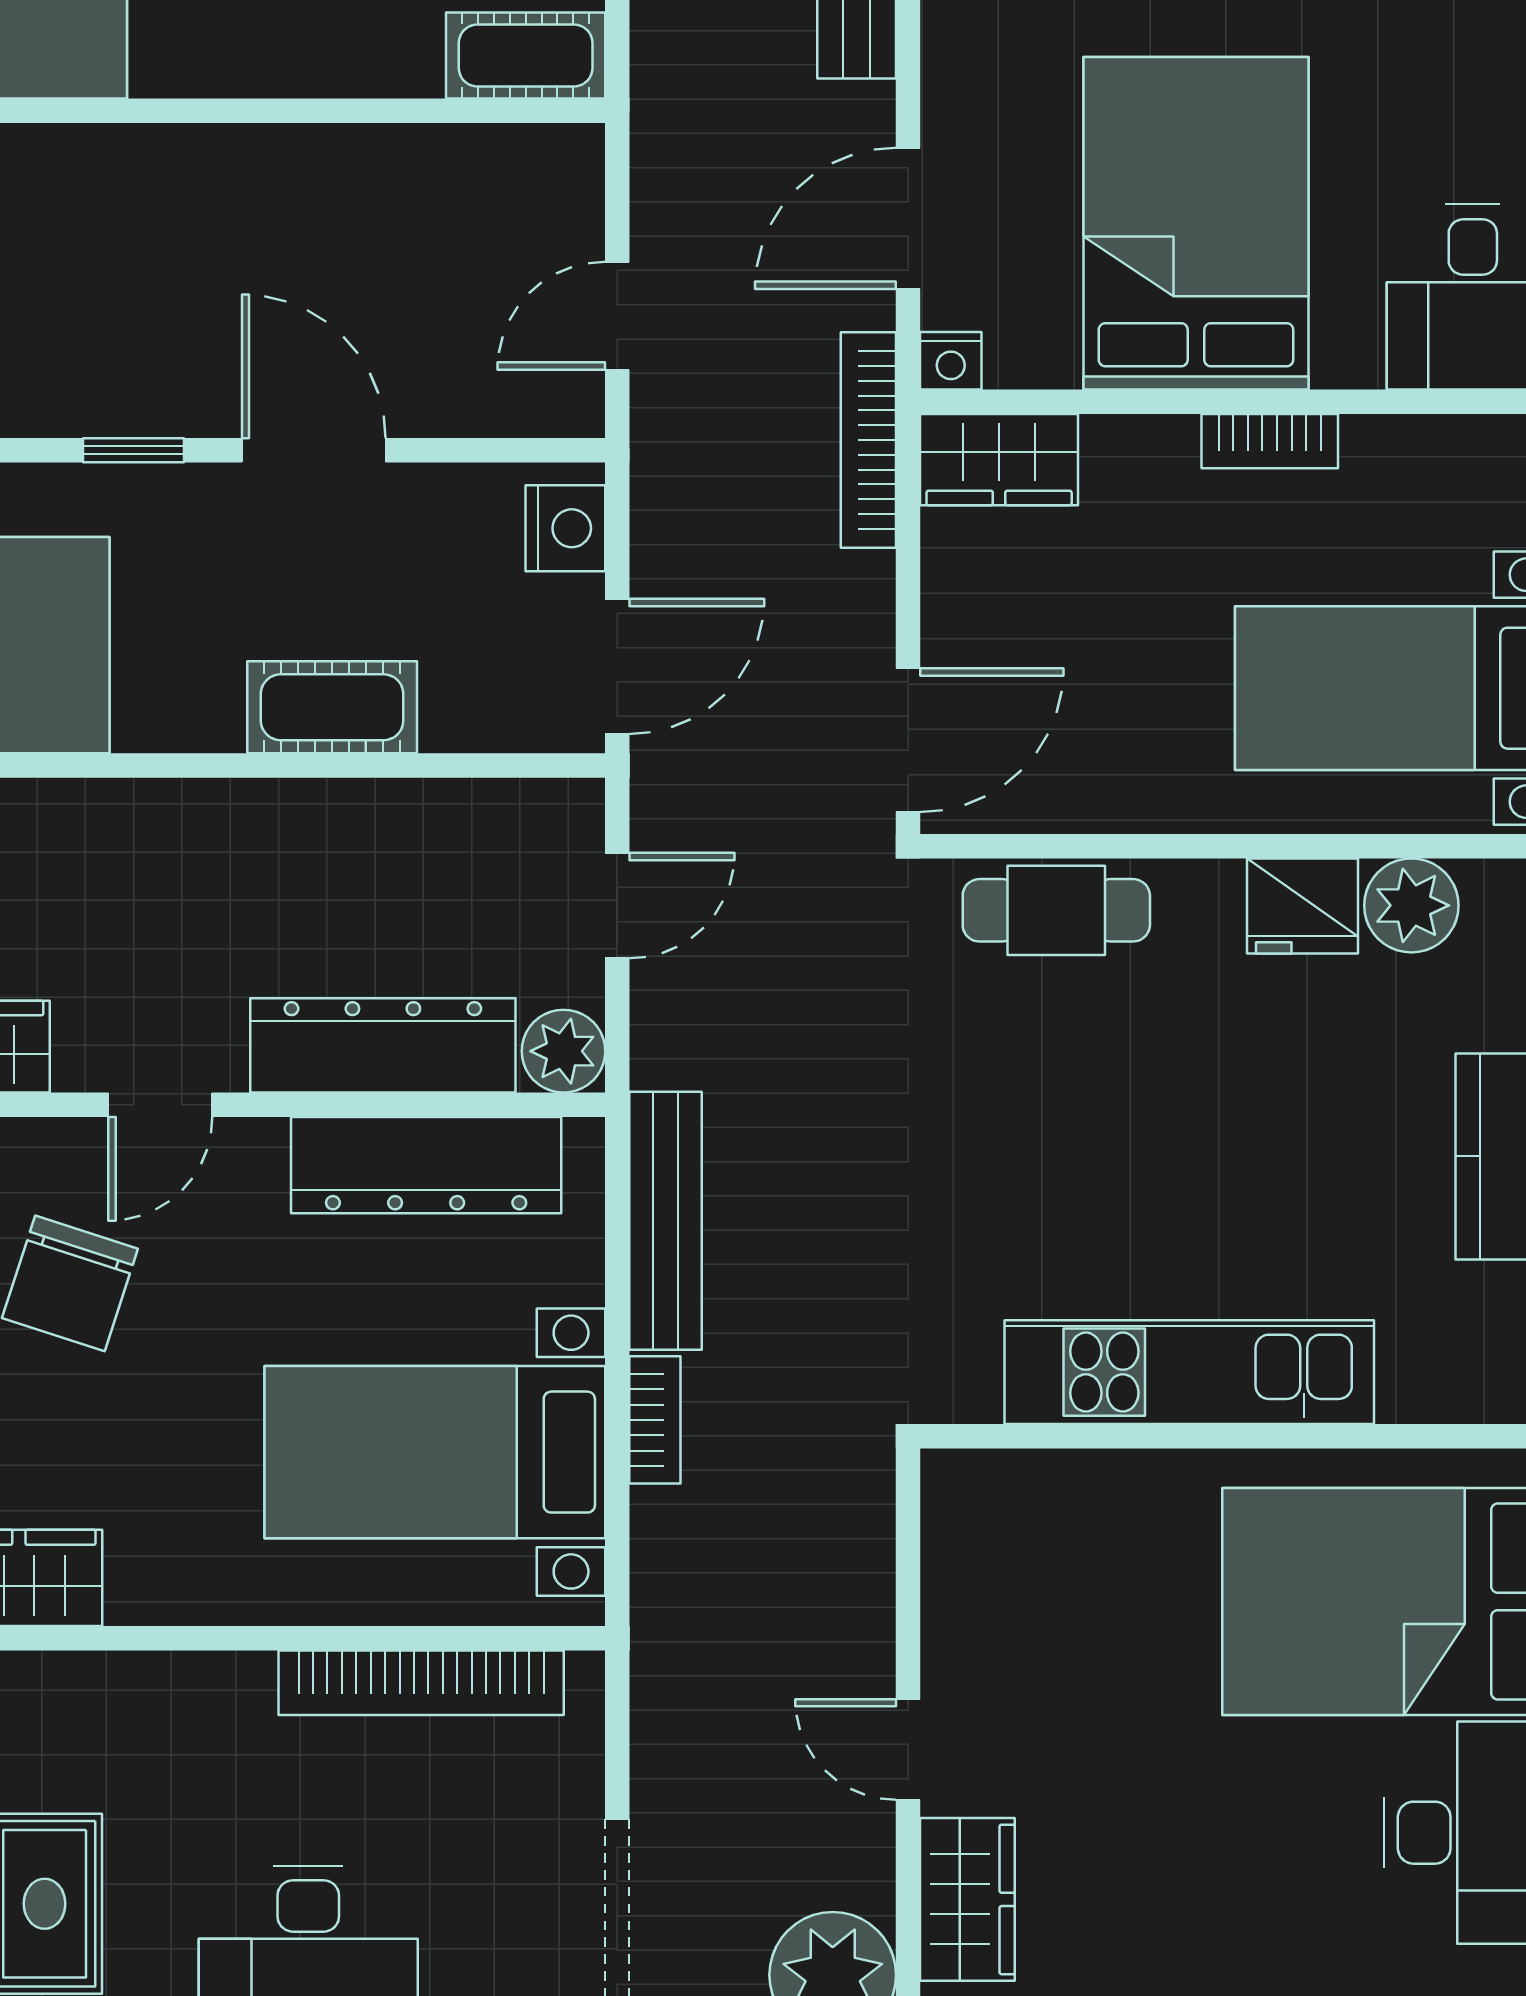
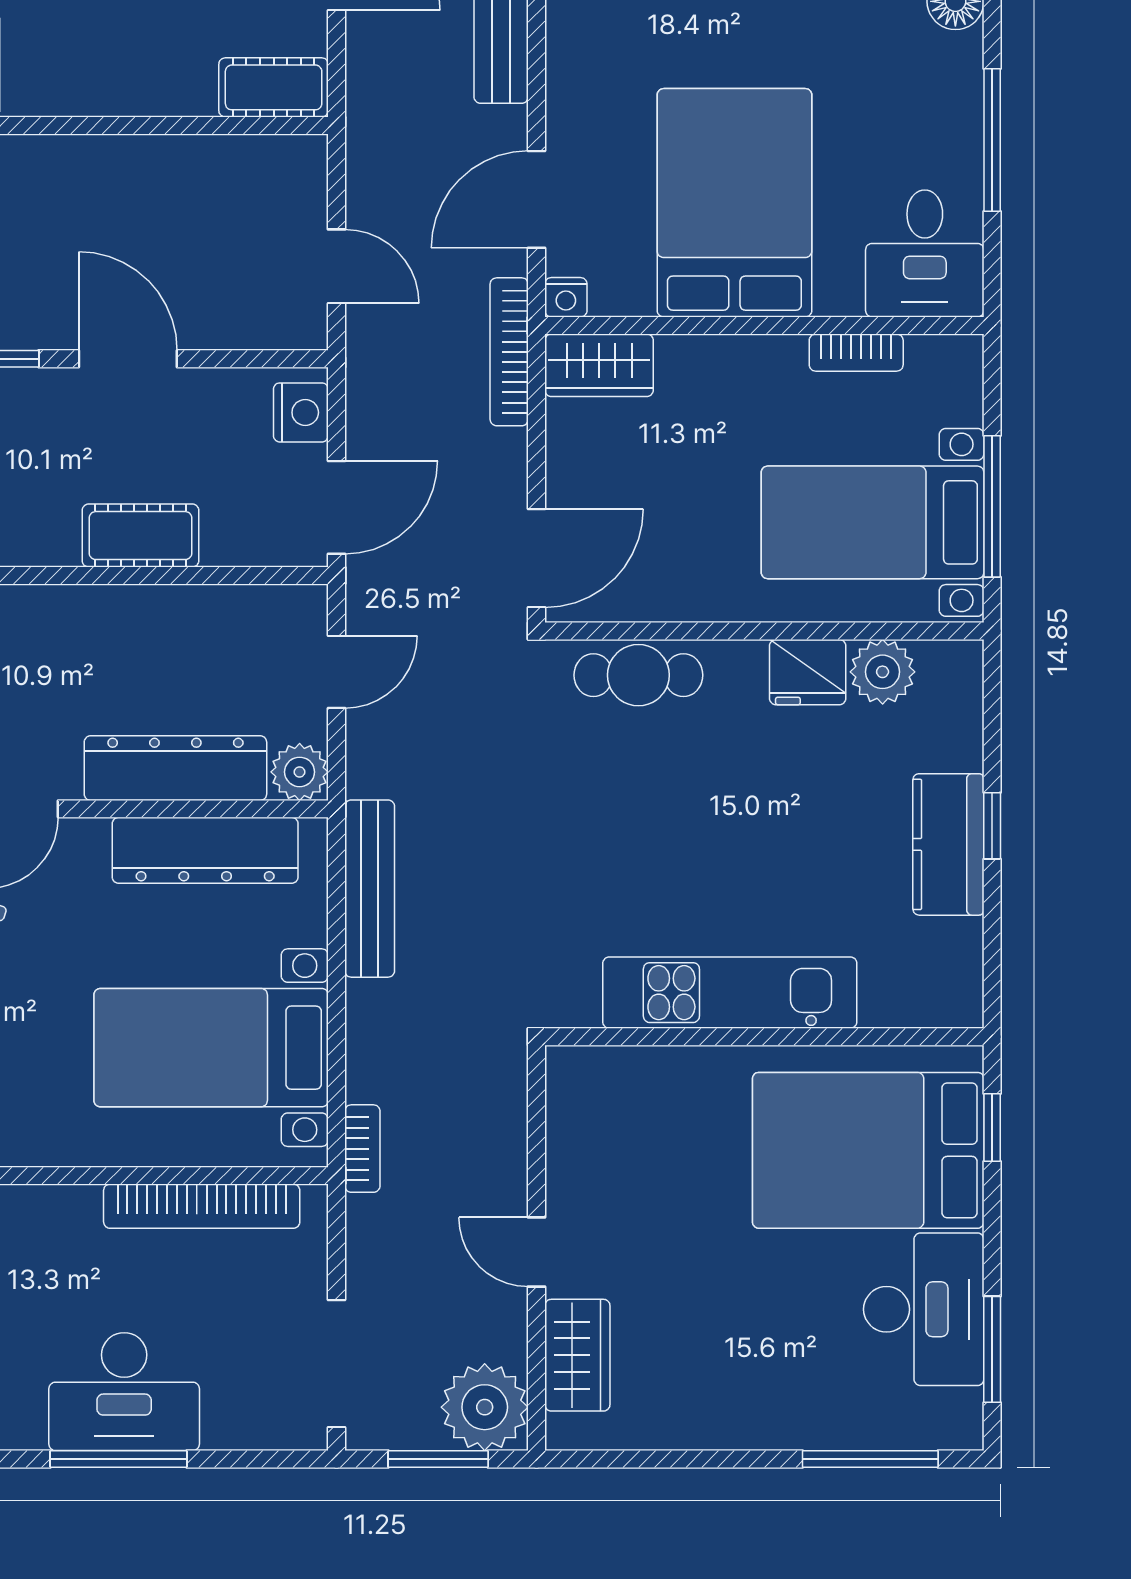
door: (617, 316) -> (336, 266), swing flipped
bookcase: (1270, 441) -> (856, 353), moved
bookcase: (655, 1420) -> (362, 1149), moved

